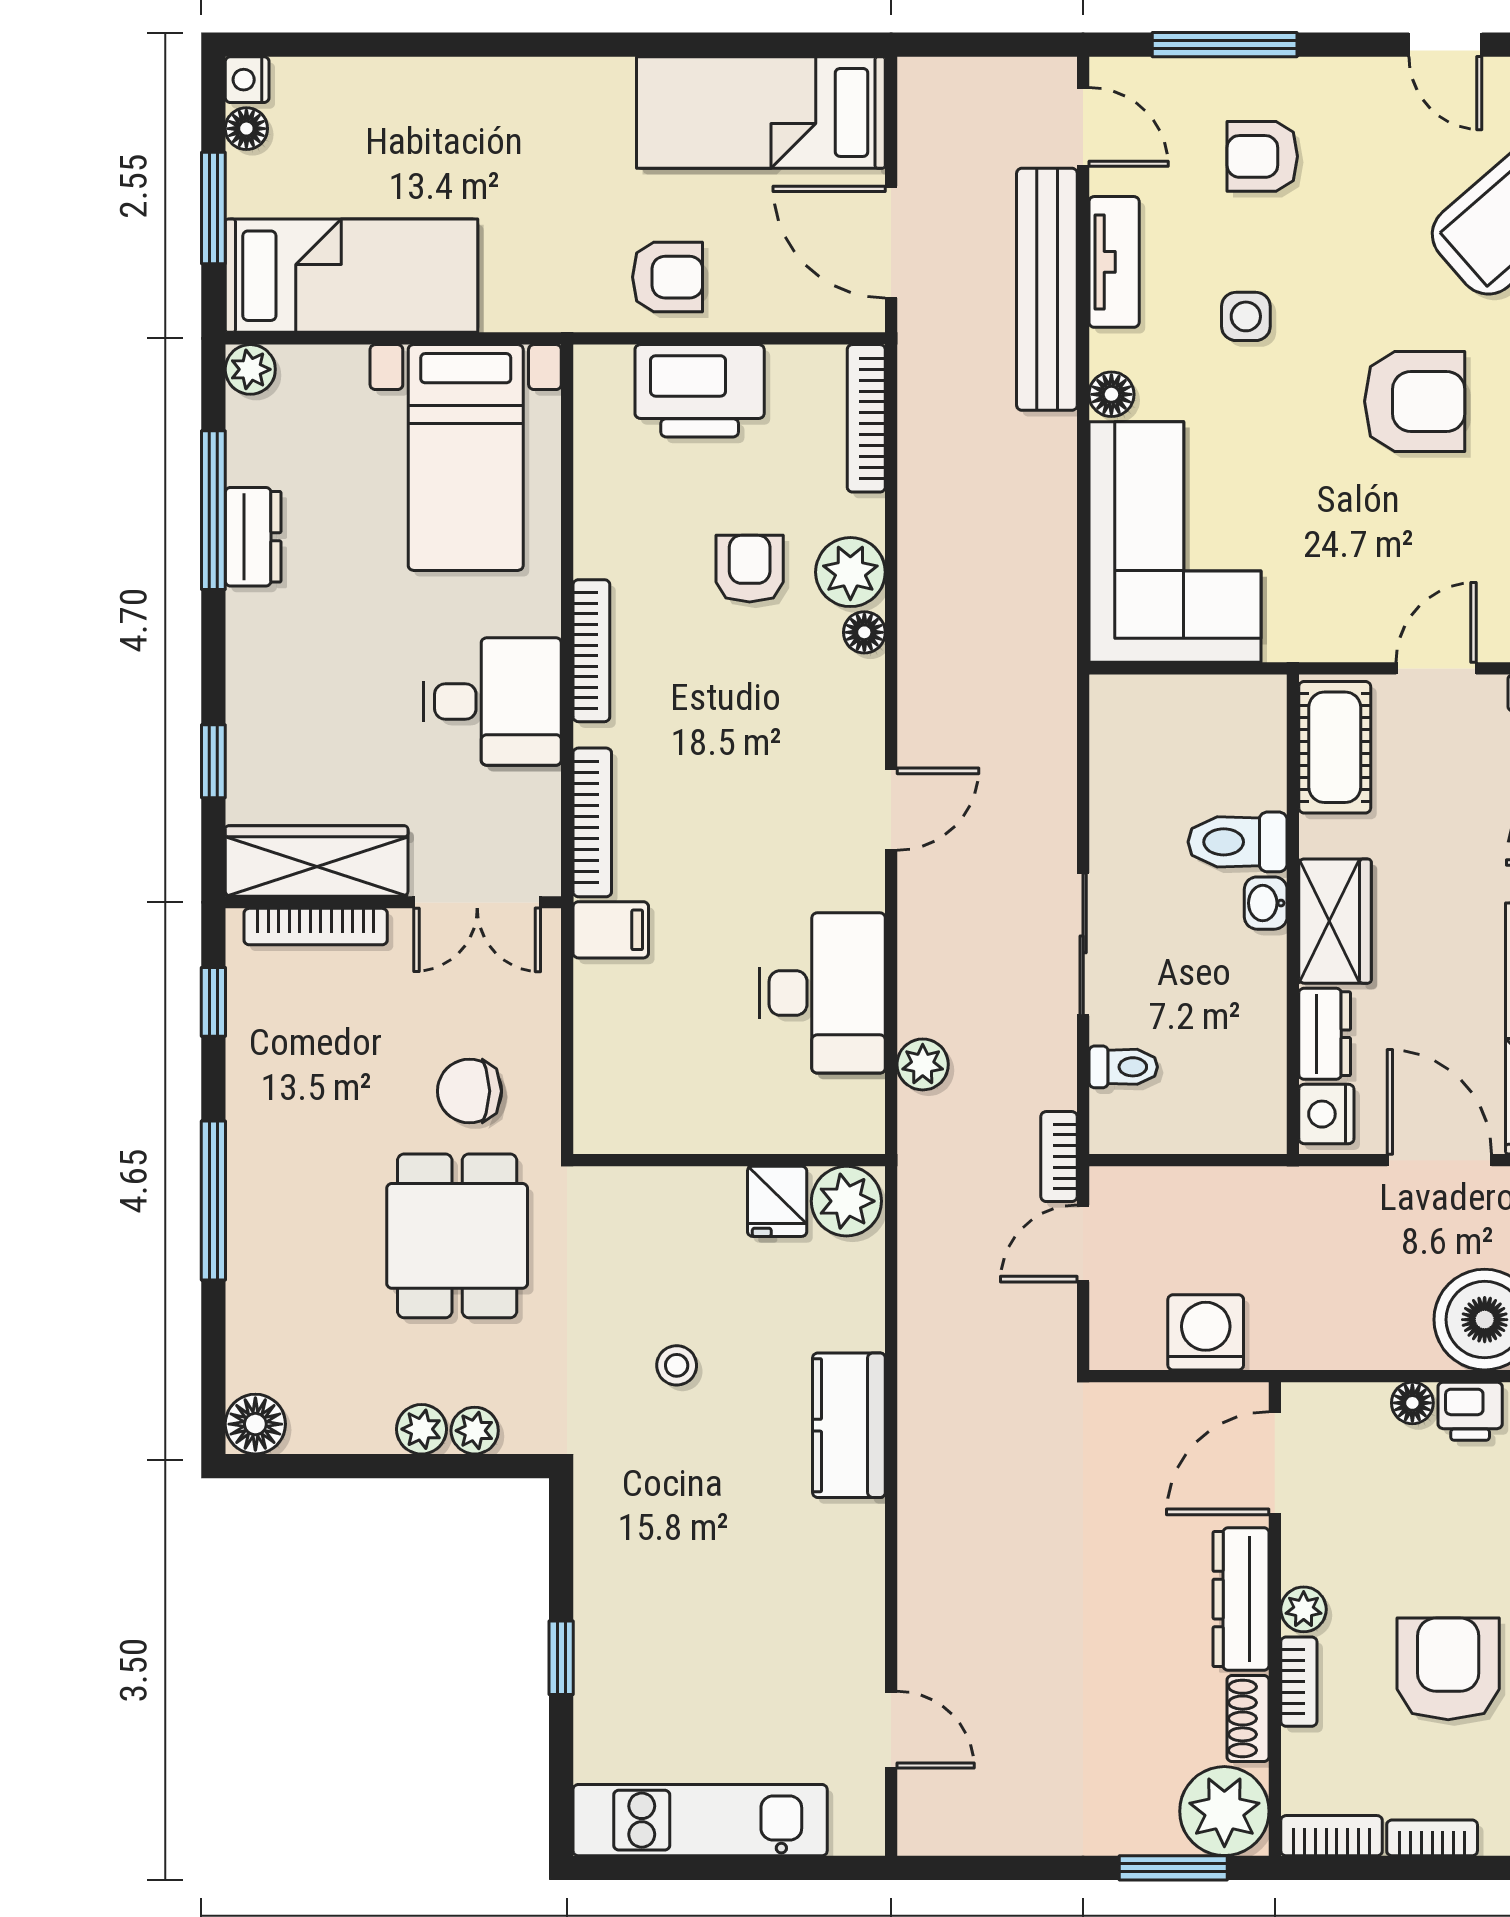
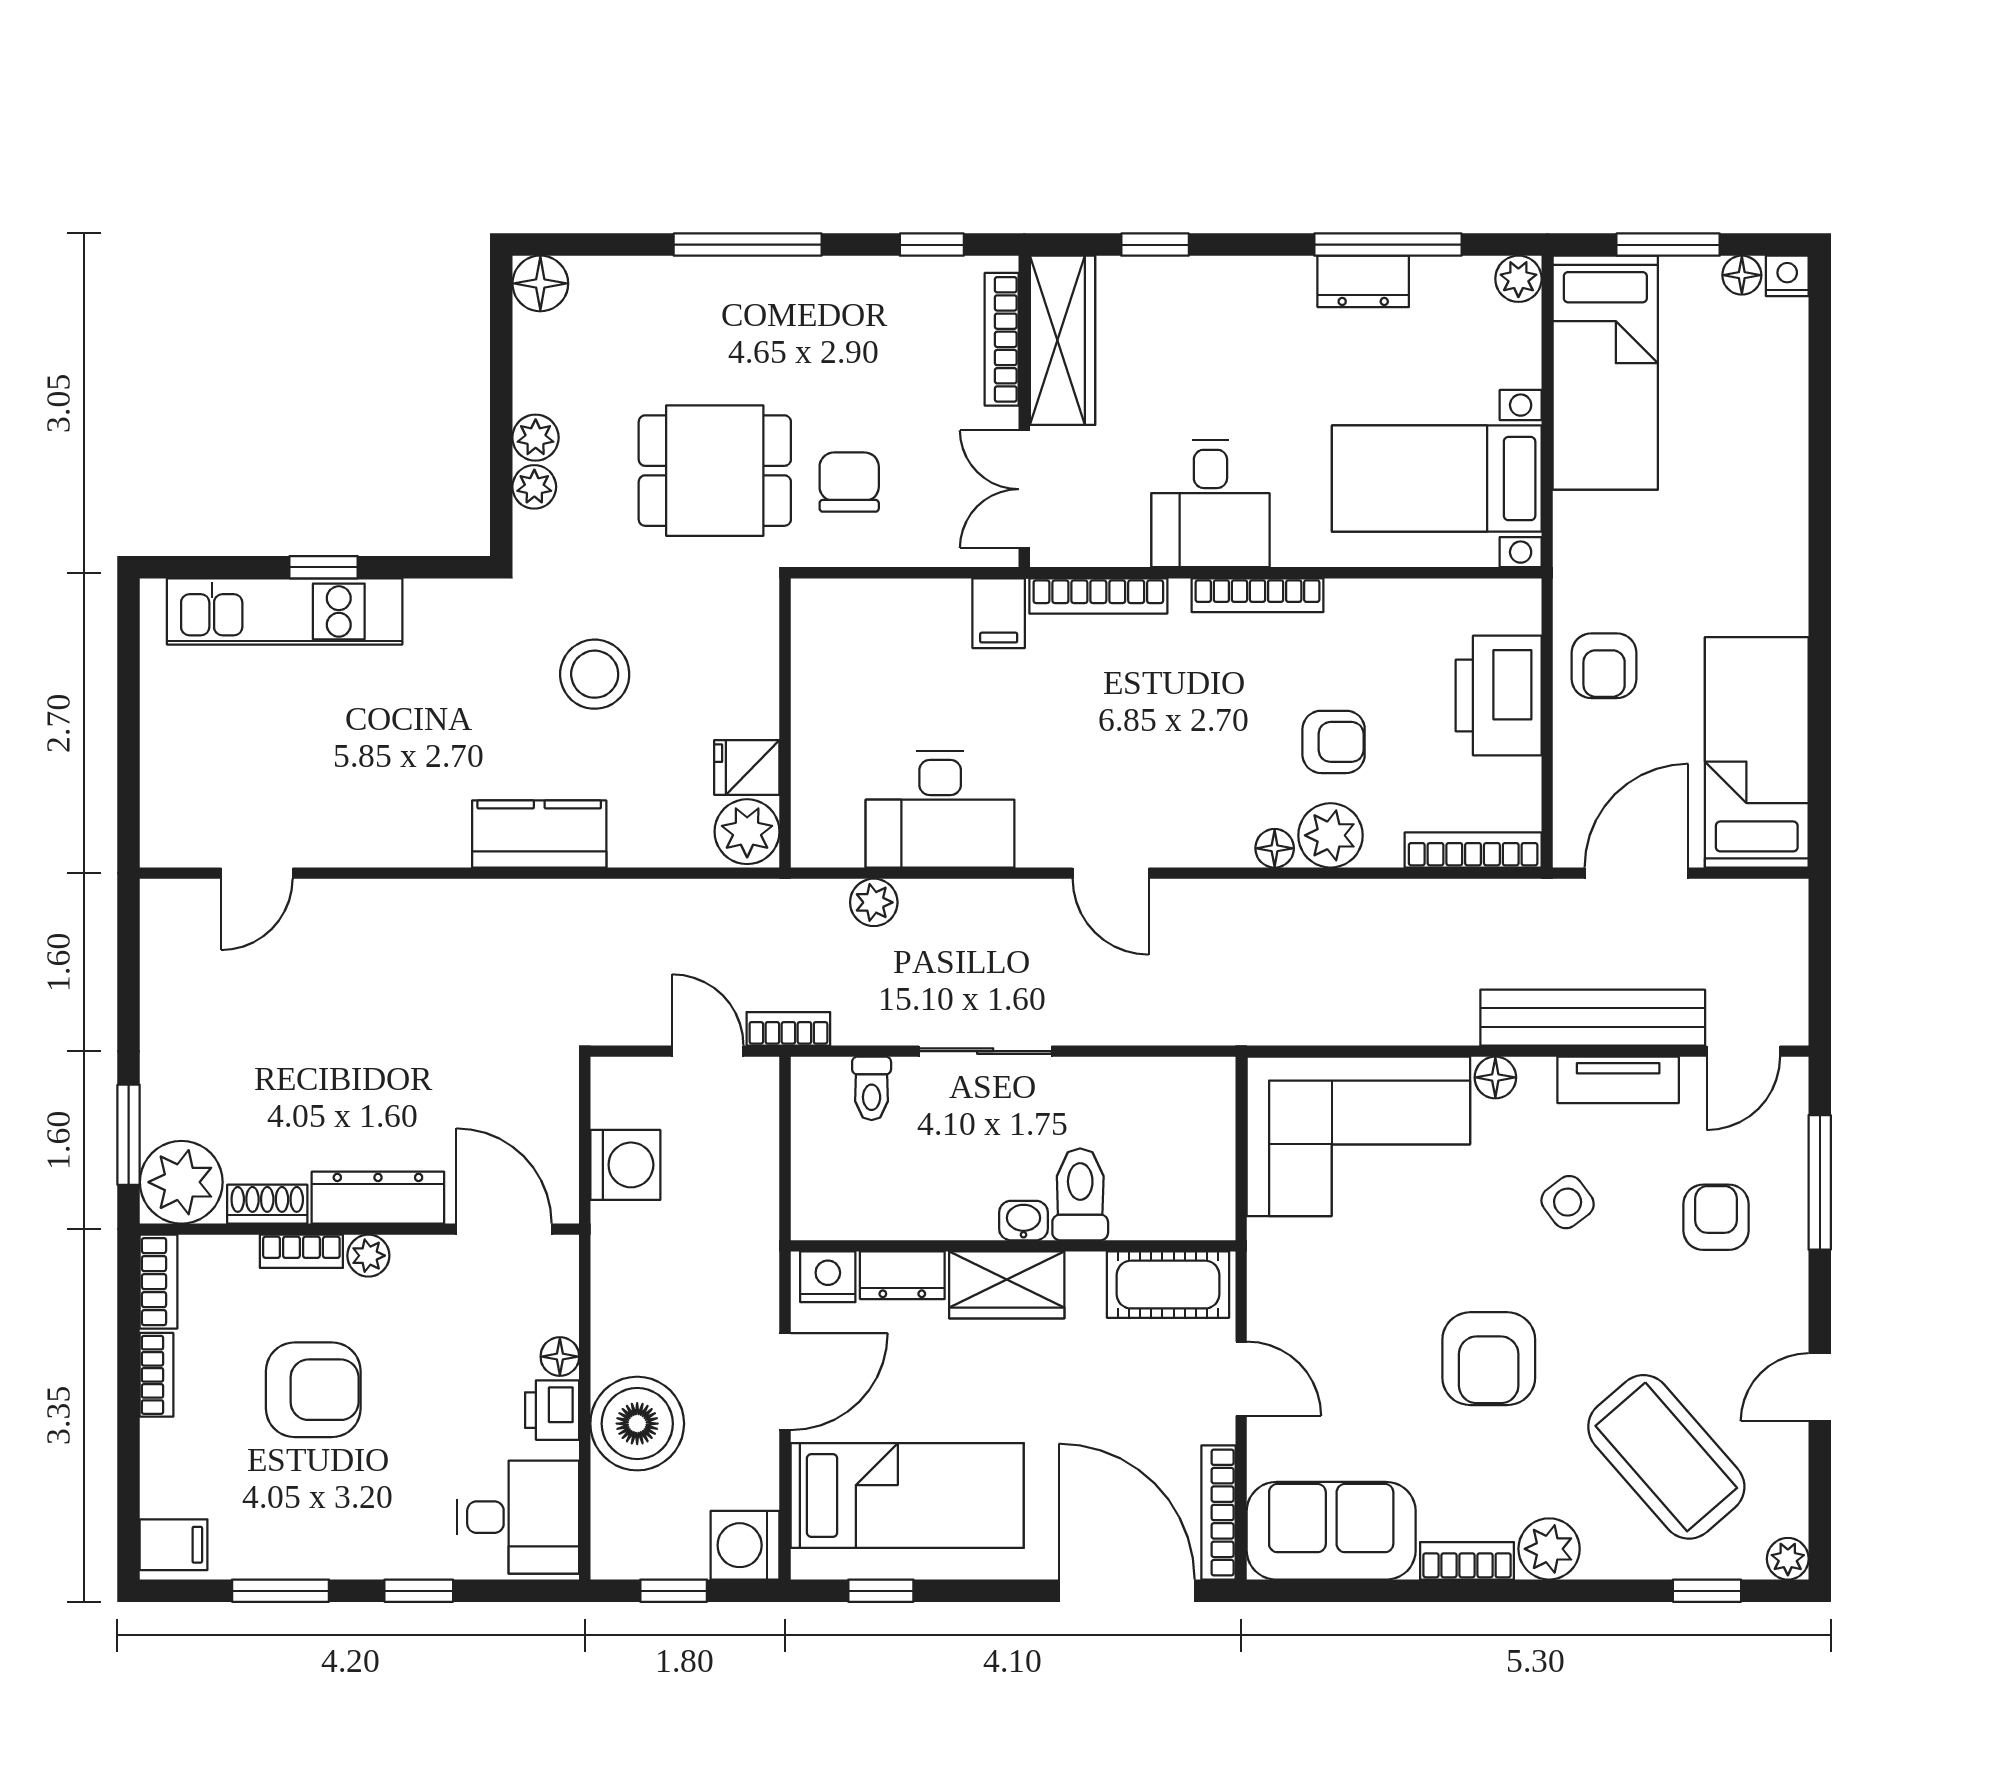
side table: (1246, 316) -> (1568, 1202), turned -37
stool: (677, 1365) -> (595, 674), width x1.89, depth x1.89
kitchen unit: (700, 1820) -> (285, 611), moved, turned 90

